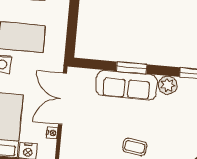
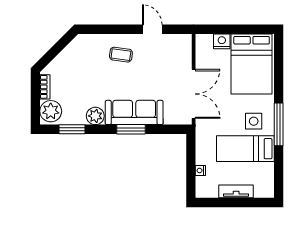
nightstand: (52, 133) -> (200, 170), moved

